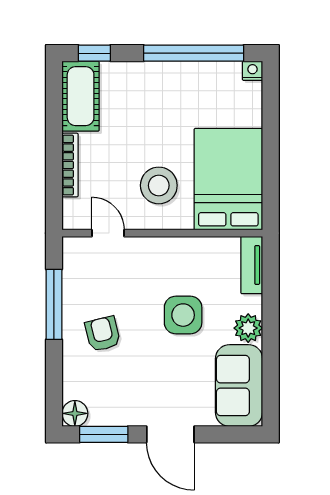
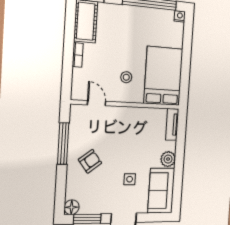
bookcase: (70, 165) -> (78, 55), width x0.64
stool: (159, 185) -> (126, 77), width x0.53, depth x0.53
side table: (183, 315) -> (130, 179), moved, width x0.54, depth x0.54
armchair: (103, 334) -> (90, 161), turned 67

